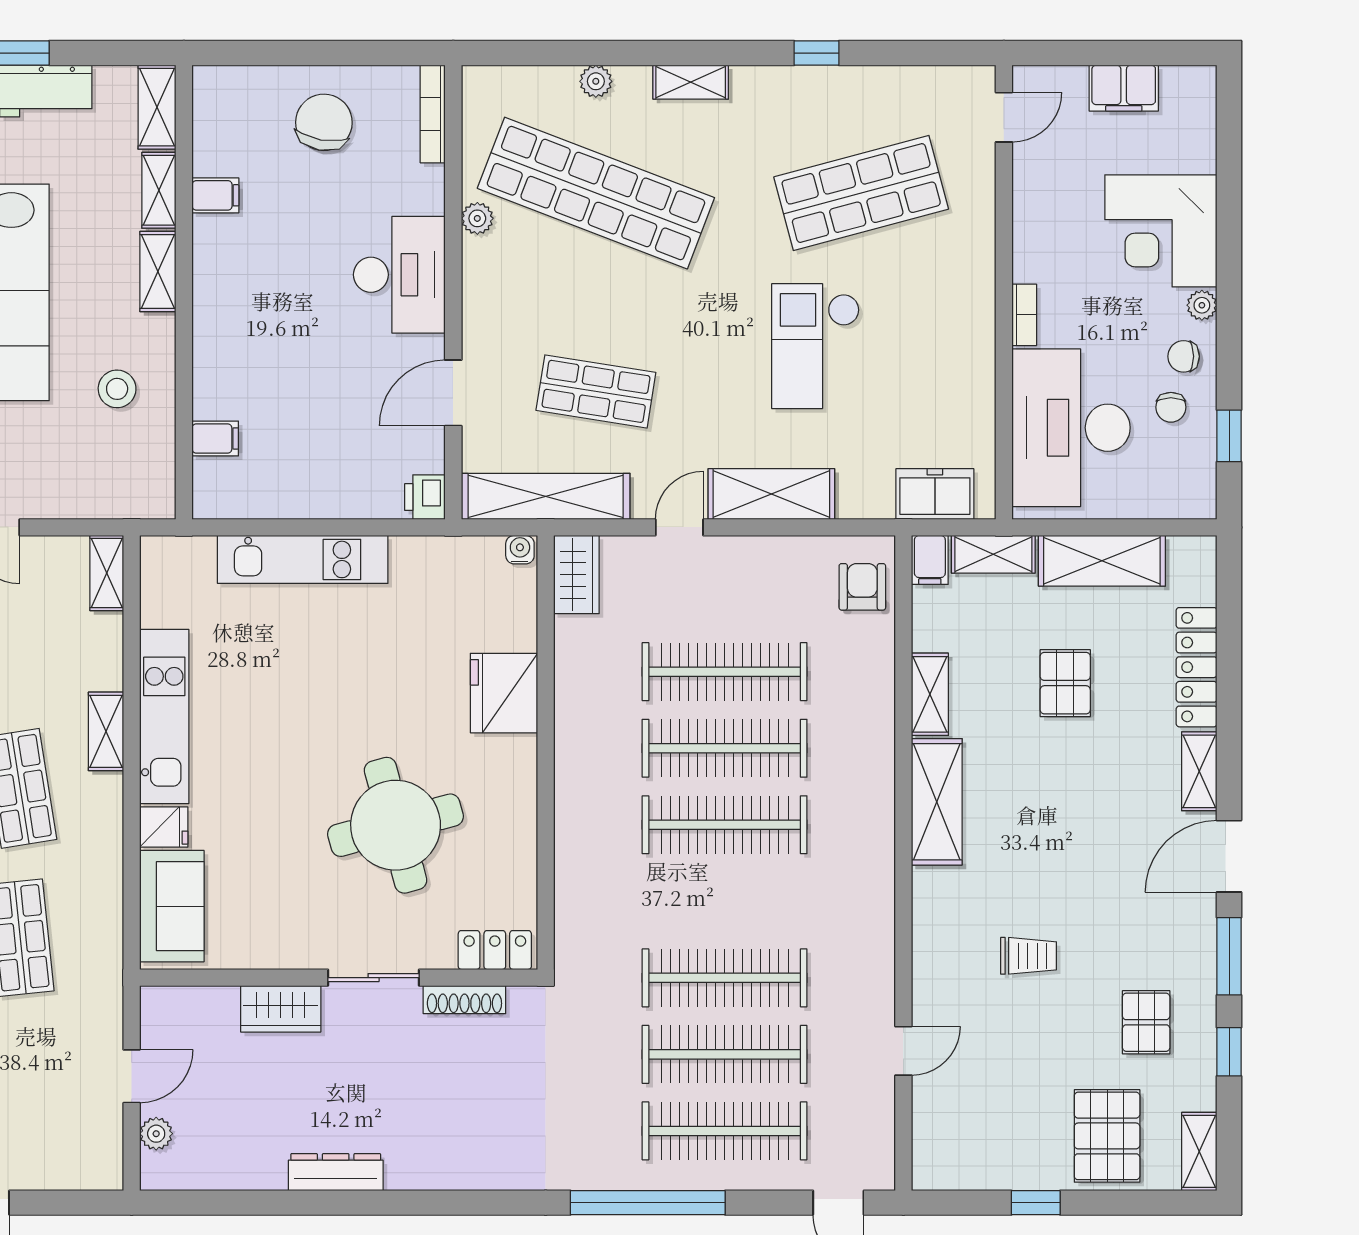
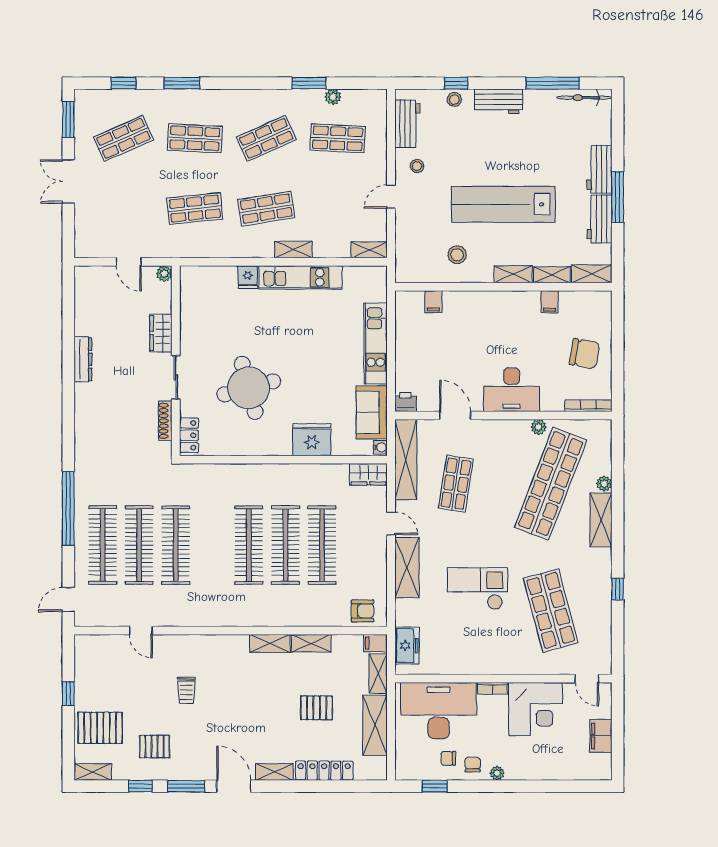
shelving: (691, 82) -> (601, 520), width x1.50, depth x1.33
corner desk: (1161, 231) -> (535, 709), moved, turned 180
shelving: (937, 802) -> (270, 643), width x0.67, depth x0.75
sofa: (172, 906) -> (372, 412), moved, turned 90
plant: (156, 1134) -> (164, 273), moved

